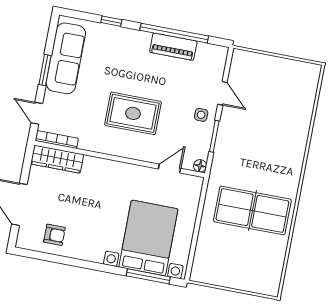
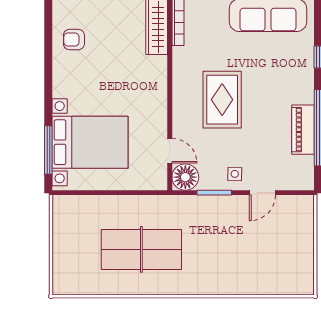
floor lamp: (200, 166) -> (185, 177), width x1.89, depth x1.89
table tennis table: (252, 210) -> (141, 249), turned 90
armchair: (54, 235) -> (74, 40), turned 90

